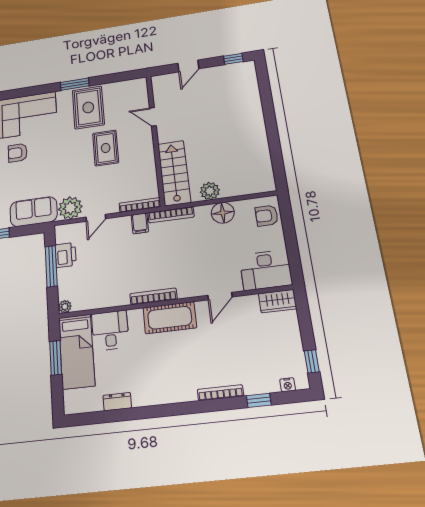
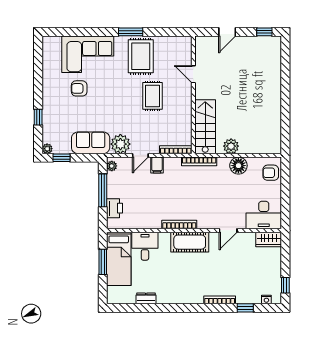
filing cabinet: (140, 223) -> (157, 165), moved
printer: (66, 255) -> (115, 208), moved
plant: (65, 307) -> (112, 166), moved

